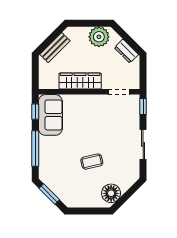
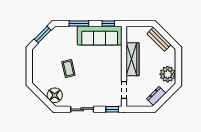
sofa: (50, 115) -> (100, 36), width x1.36
window: (35, 148) -> (79, 24), width x0.69
floor lamp: (111, 193) -> (55, 95), moved

